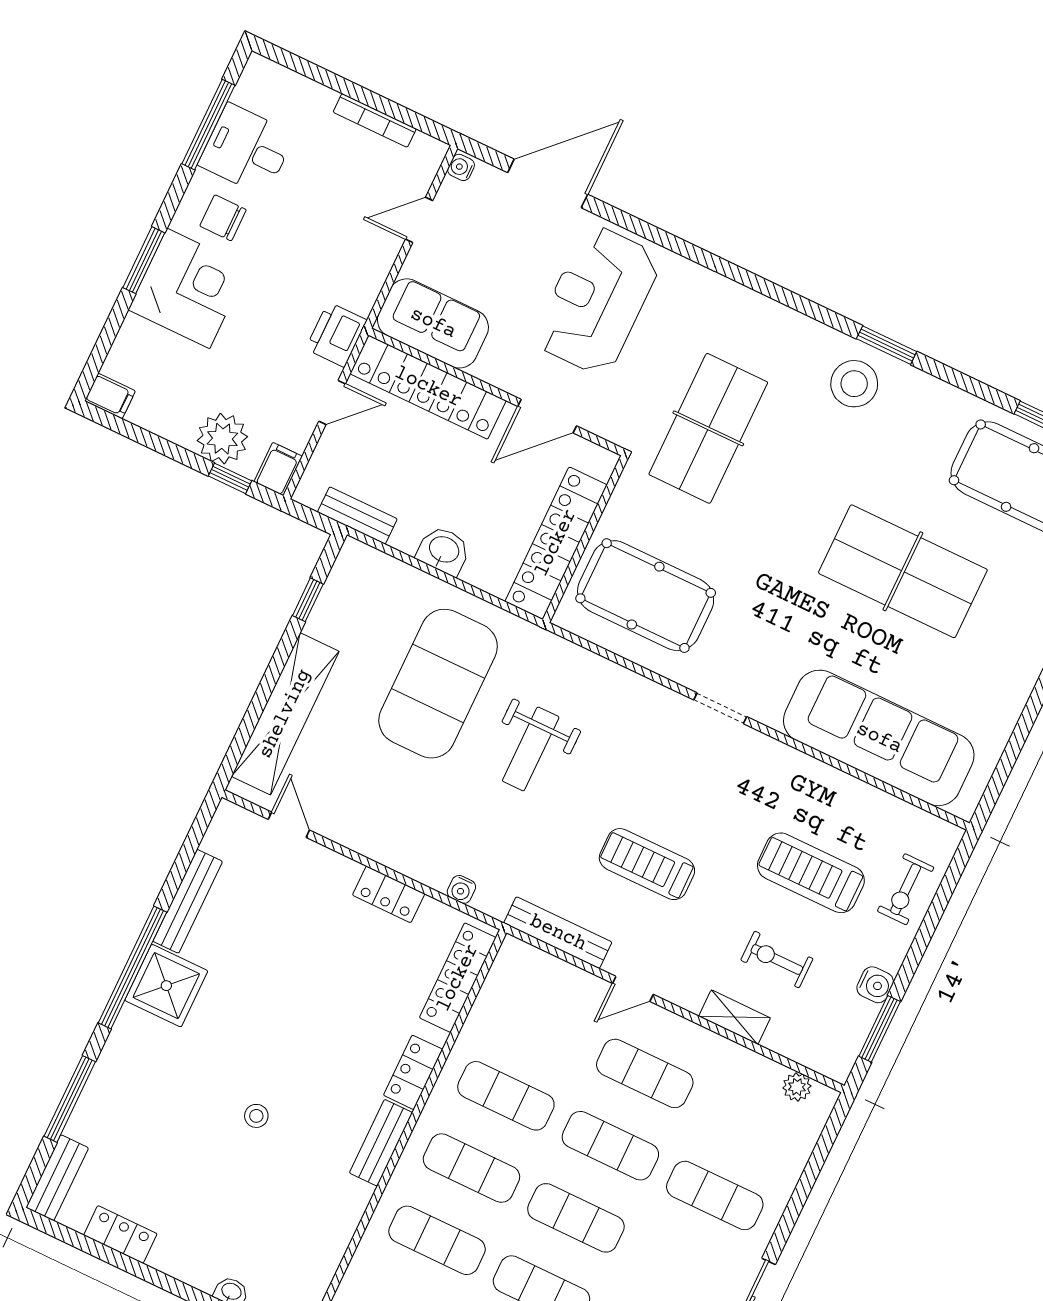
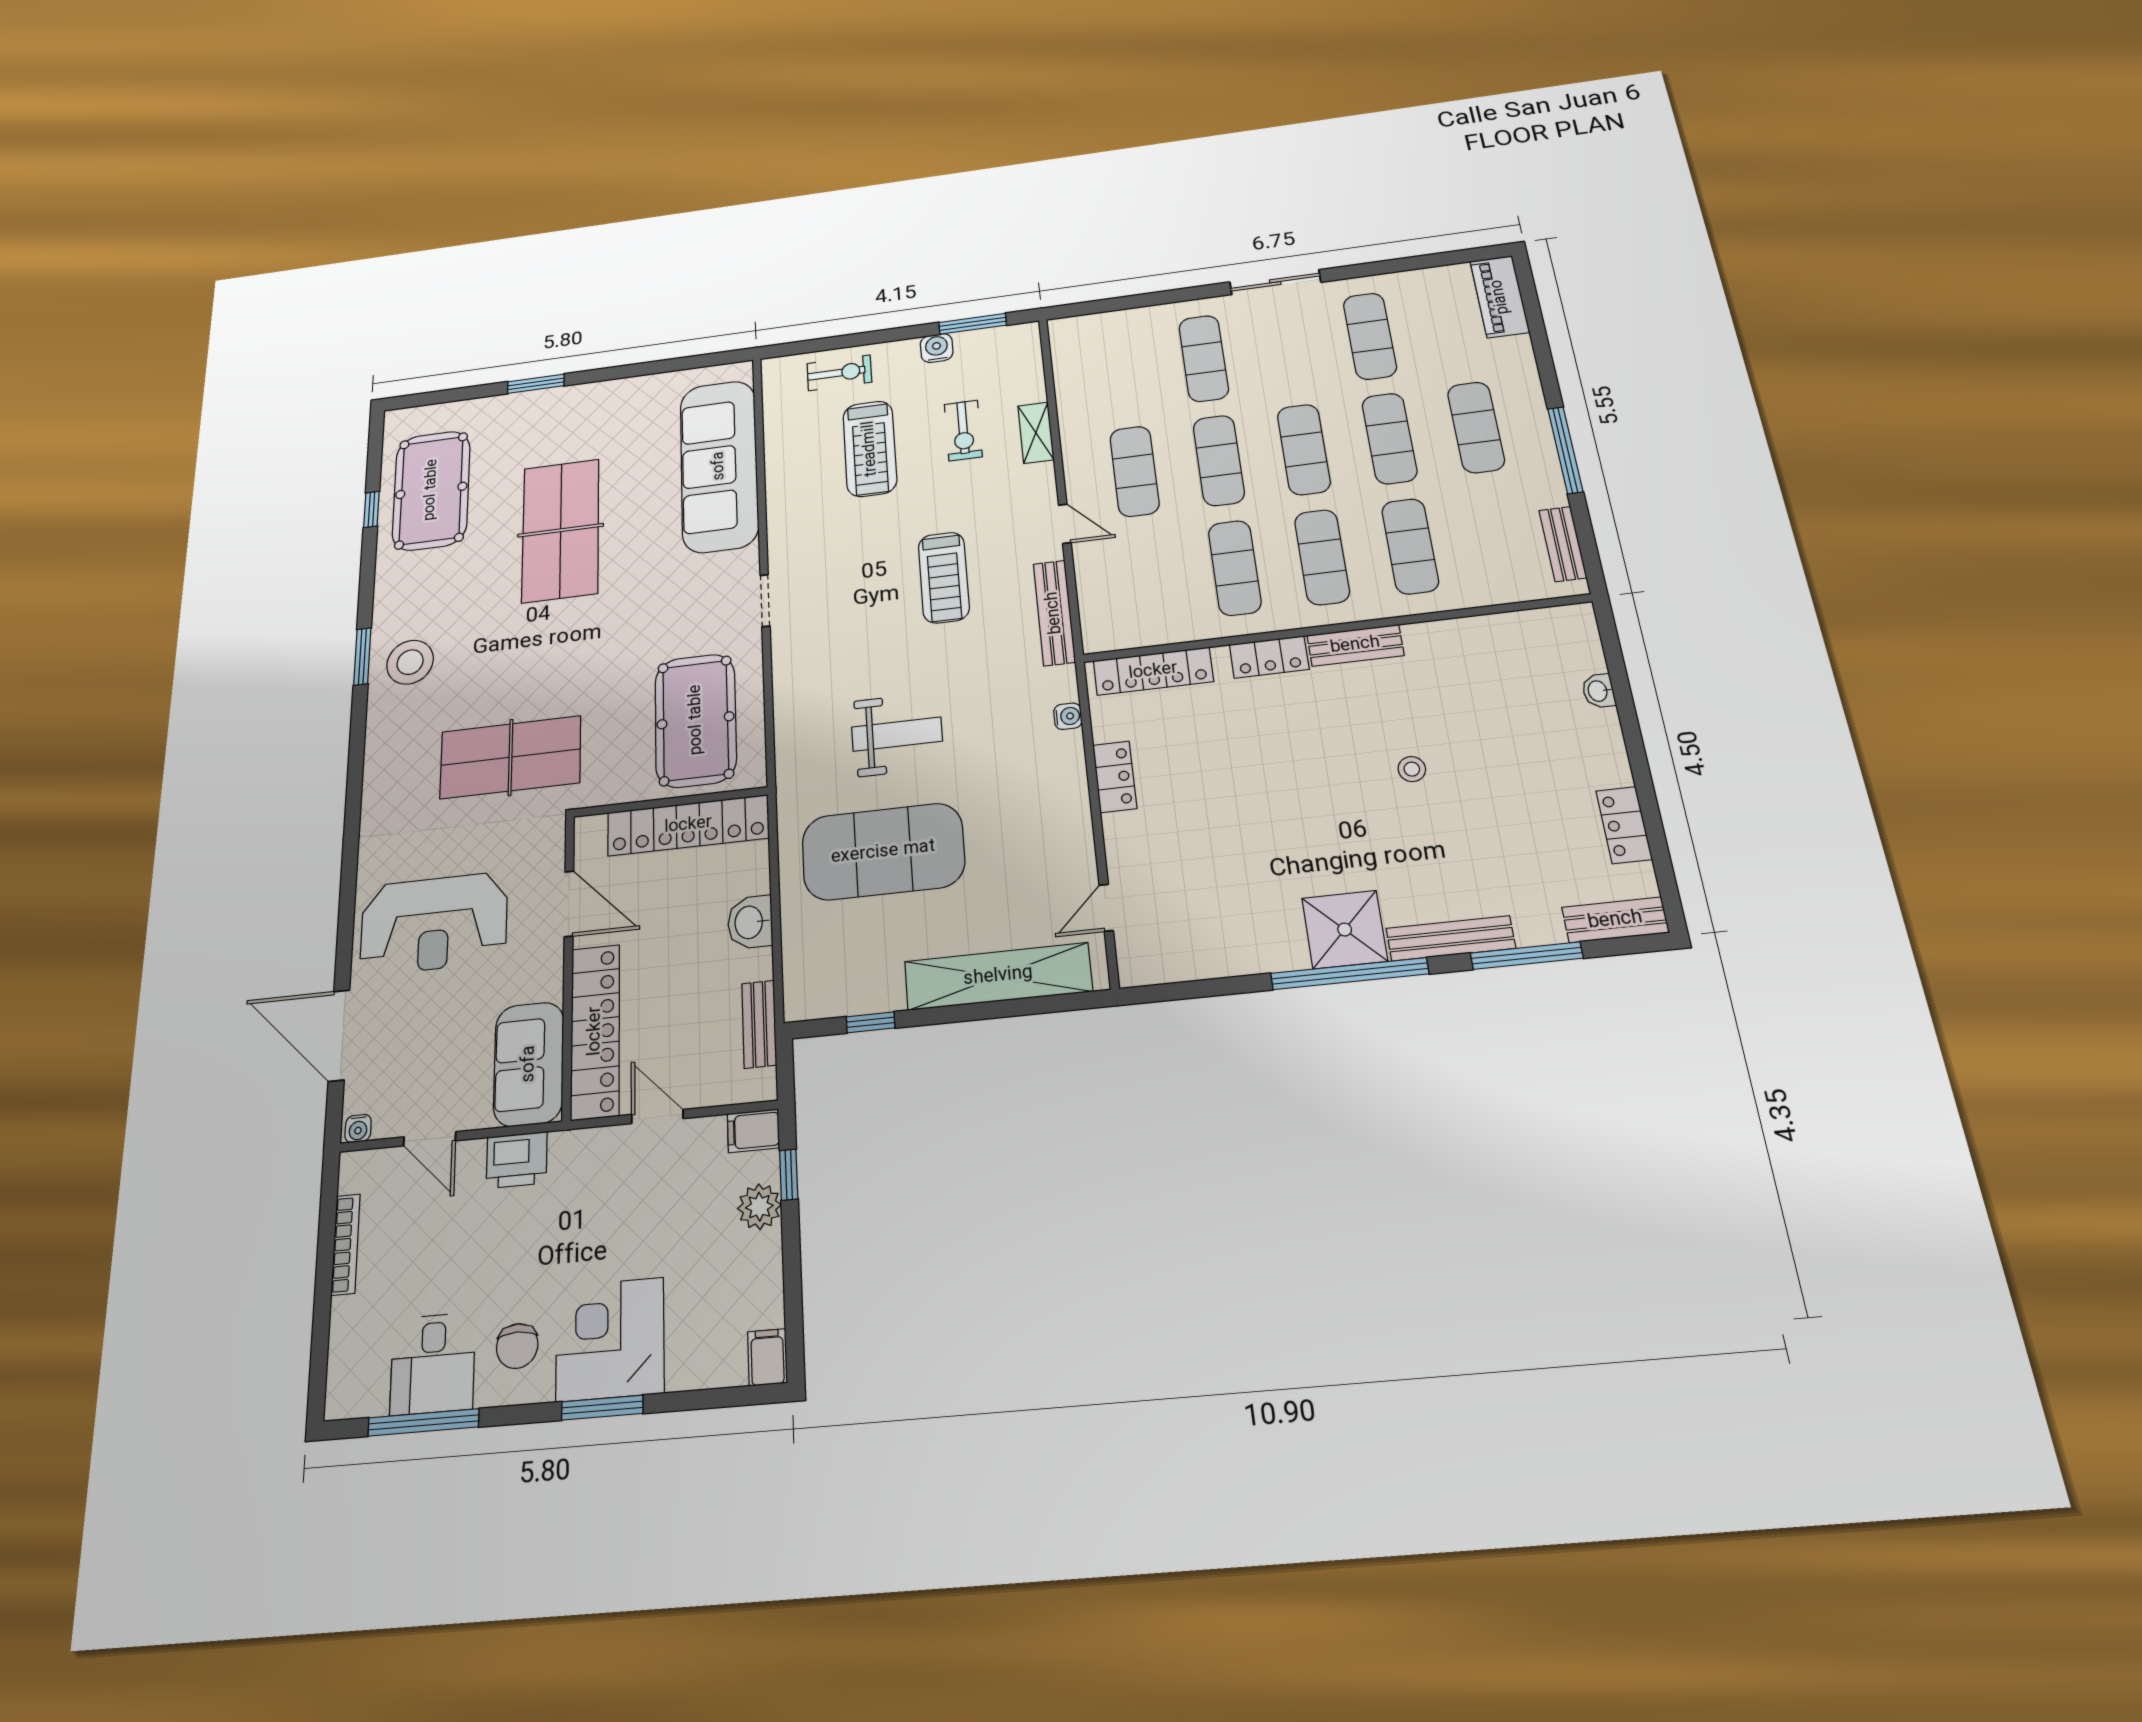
printer: (336, 335) -> (517, 1160), moved
plant: (222, 439) -> (759, 1207), width x0.73, depth x0.73
bench: (188, 901) -> (1451, 938), moved
plant: (797, 1087) -> (1065, 353), removed

